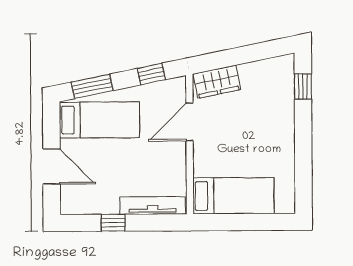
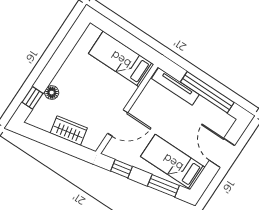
wardrobe: (217, 82) -> (69, 131), moved
floor lamp: (286, 107) -> (52, 93), added
window: (113, 223) -> (207, 92), width x3.17

